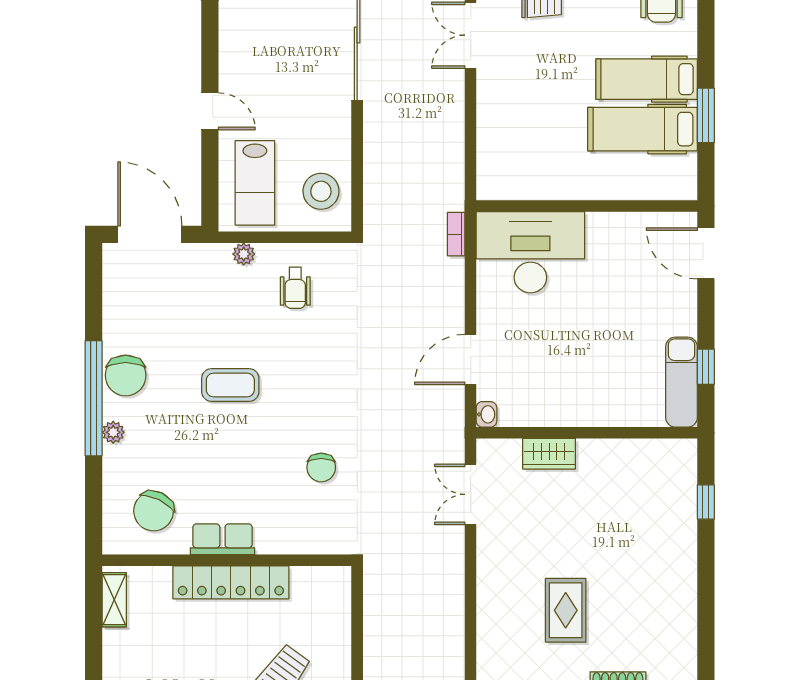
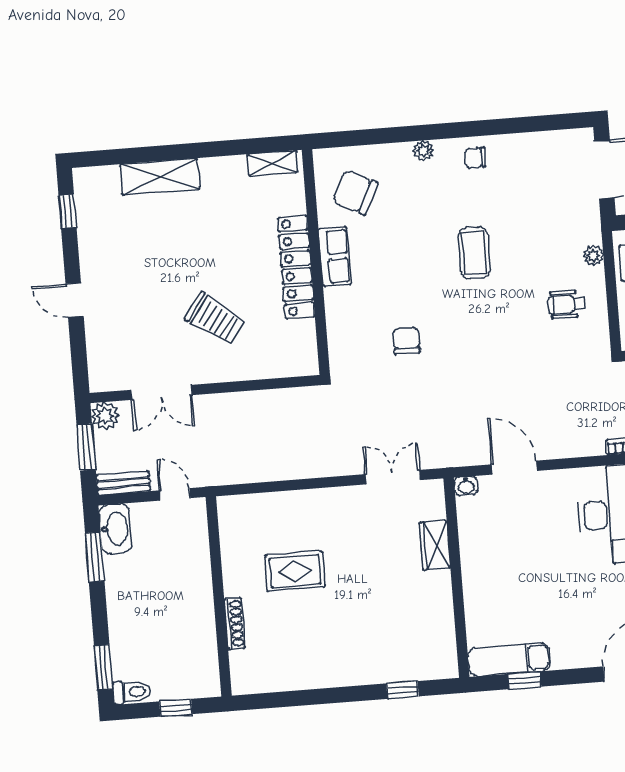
chair: (126, 375) -> (476, 158), width x0.54, depth x0.54
window: (94, 398) -> (453, 130), removed
chair: (321, 467) -> (406, 341), turned 90

